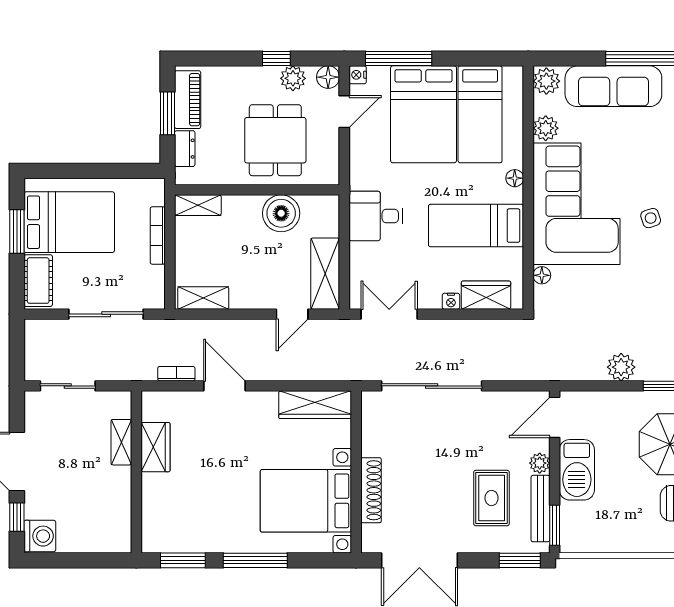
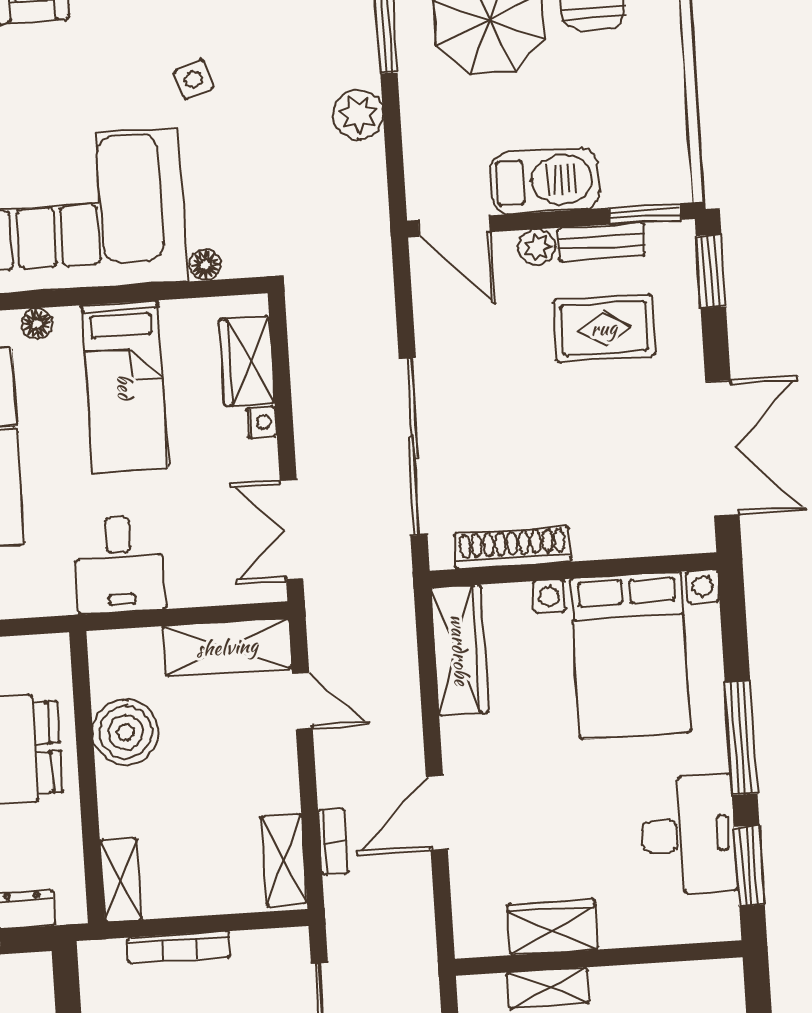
side table: (651, 218) -> (194, 79), moved
bookcase: (176, 374) -> (333, 842), moved, turned 180
shoe rack: (371, 490) -> (512, 548), moved
bench: (540, 509) -> (601, 242), width x0.73
desk: (203, 527) -> (689, 835), added

